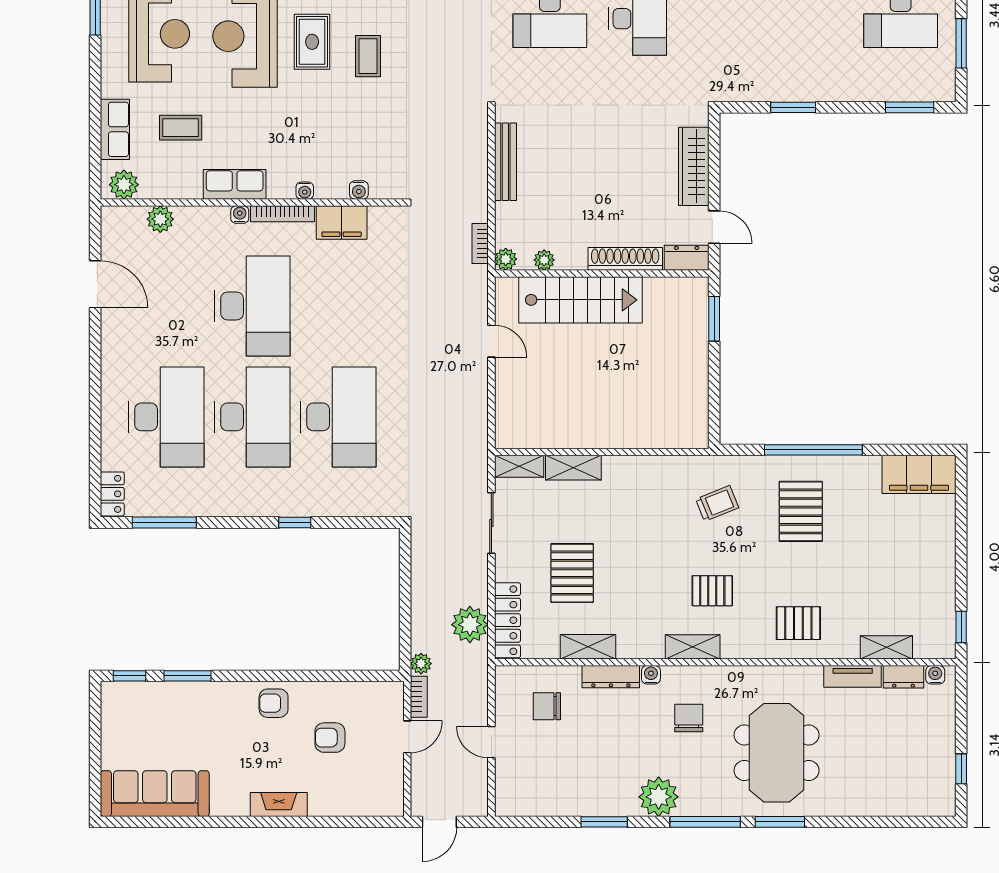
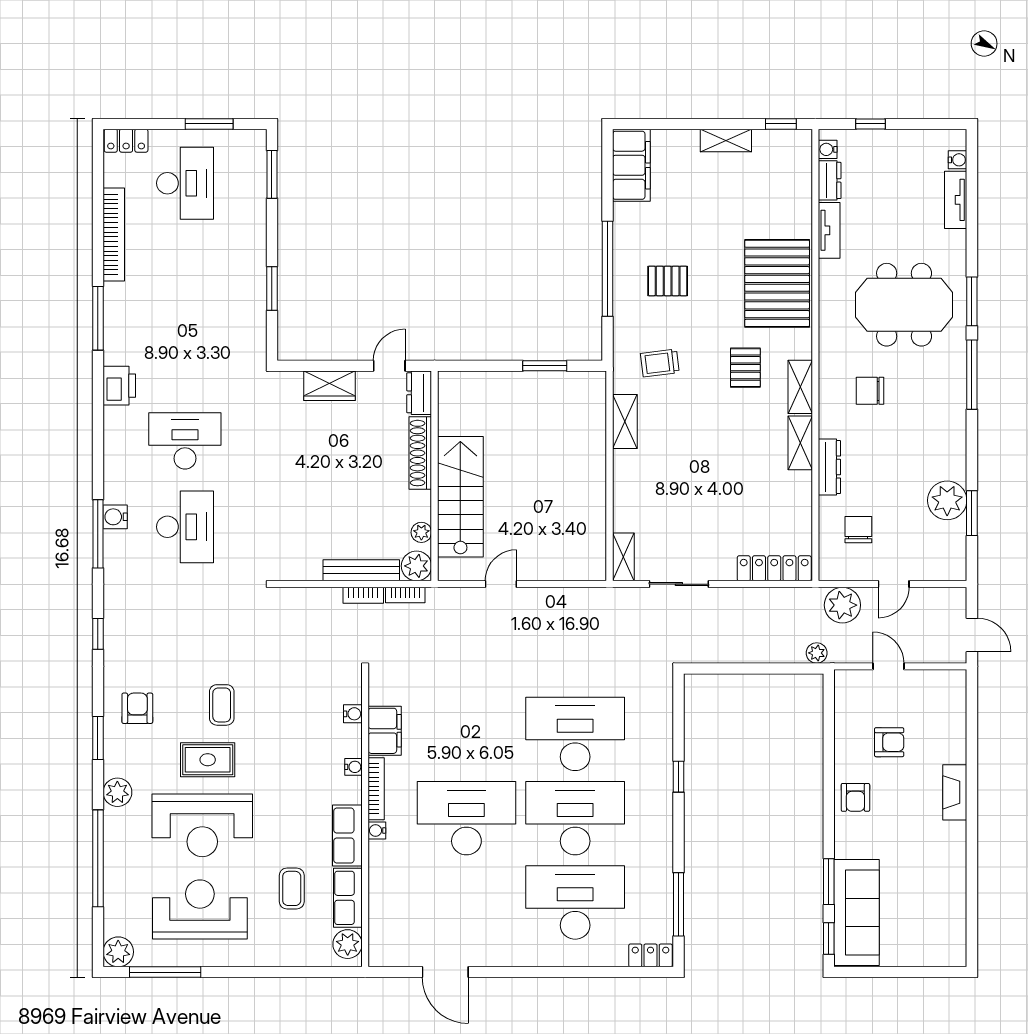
coffee table: (368, 56) -> (222, 705), turned 90
row of seats: (115, 129) -> (348, 898), moved, turned -90
bench: (505, 162) -> (361, 570), moved
wardrobe: (694, 166) -> (330, 386), width x0.67
plant: (160, 219) -> (381, 908), removed
plant: (506, 259) -> (416, 566), width x1.38, depth x1.38
door: (95, 284) -> (445, 972), swing flipped
window: (714, 319) -> (545, 366), moved
shelving: (573, 468) -> (625, 421), moved
trolley: (717, 503) -> (660, 363), turned -75
pallet: (801, 511) -> (668, 281), width x0.67, depth x0.71
pallet: (572, 573) -> (728, 505), removed
pallet: (798, 623) -> (777, 283), width x2.05, depth x2.00
plant: (470, 625) -> (842, 605), moved
shelving: (588, 647) -> (800, 443), moved
shelving: (886, 647) -> (726, 141), moved, turned 90
water cooler: (651, 675) -> (958, 160), moved, turned 180
bookcase: (419, 697) -> (363, 595), moved, turned 180
chair: (547, 706) -> (858, 530), turned 180
armchair: (330, 738) -> (889, 742), turned -90
window: (961, 769) -> (870, 124), moved
sofa: (155, 794) -> (857, 913), moved, turned 180
plant: (659, 797) -> (947, 500), moved
tv unit: (884, 806) -> (956, 200), added
window: (604, 822) -> (972, 513), moved

